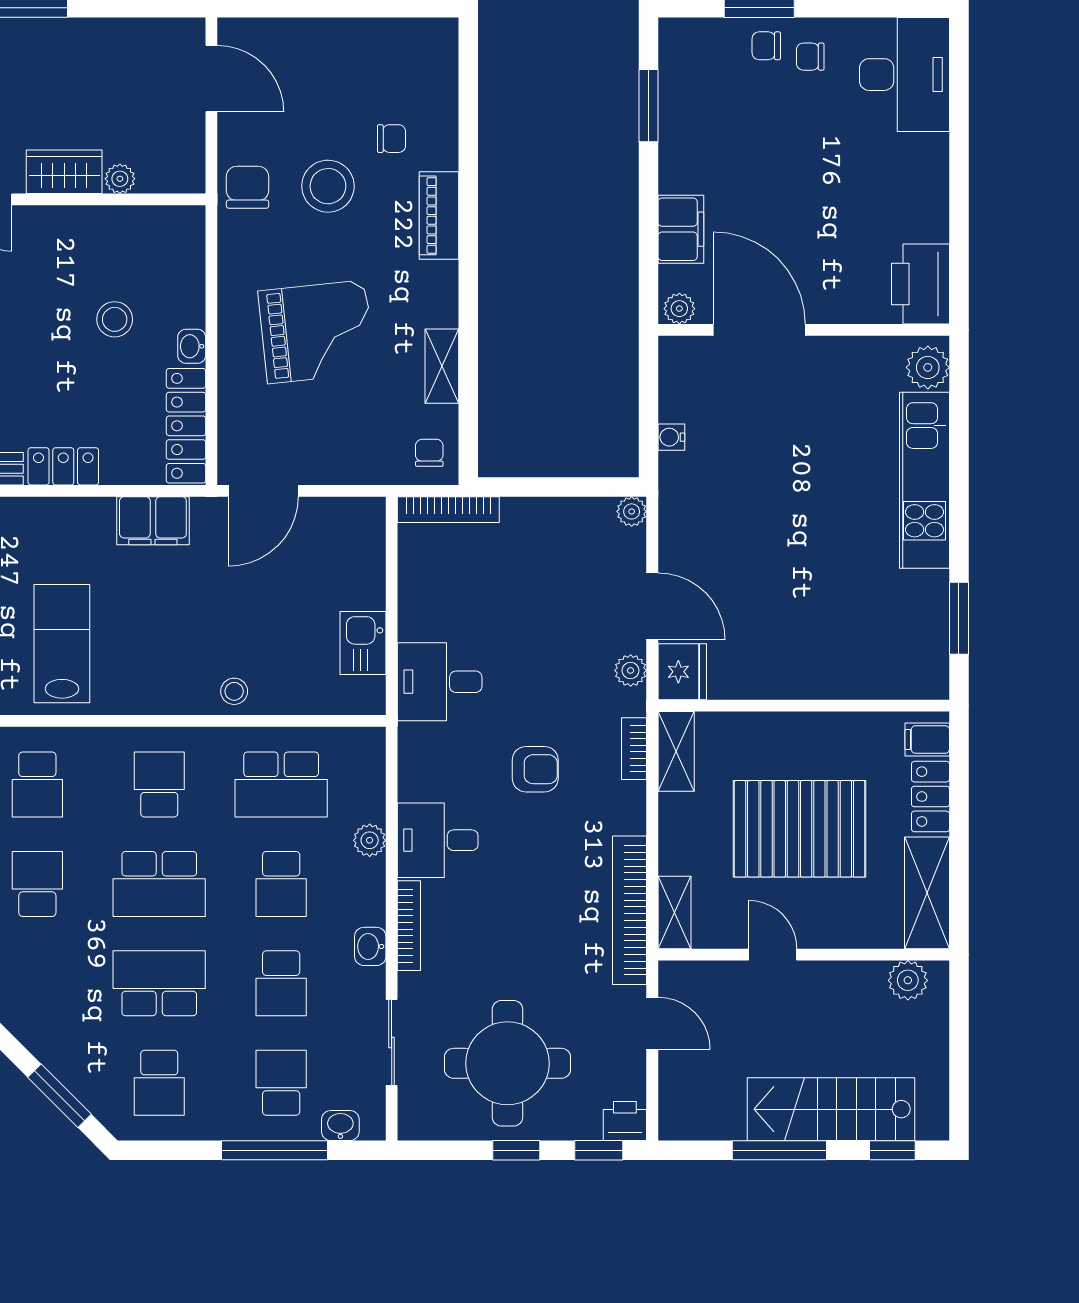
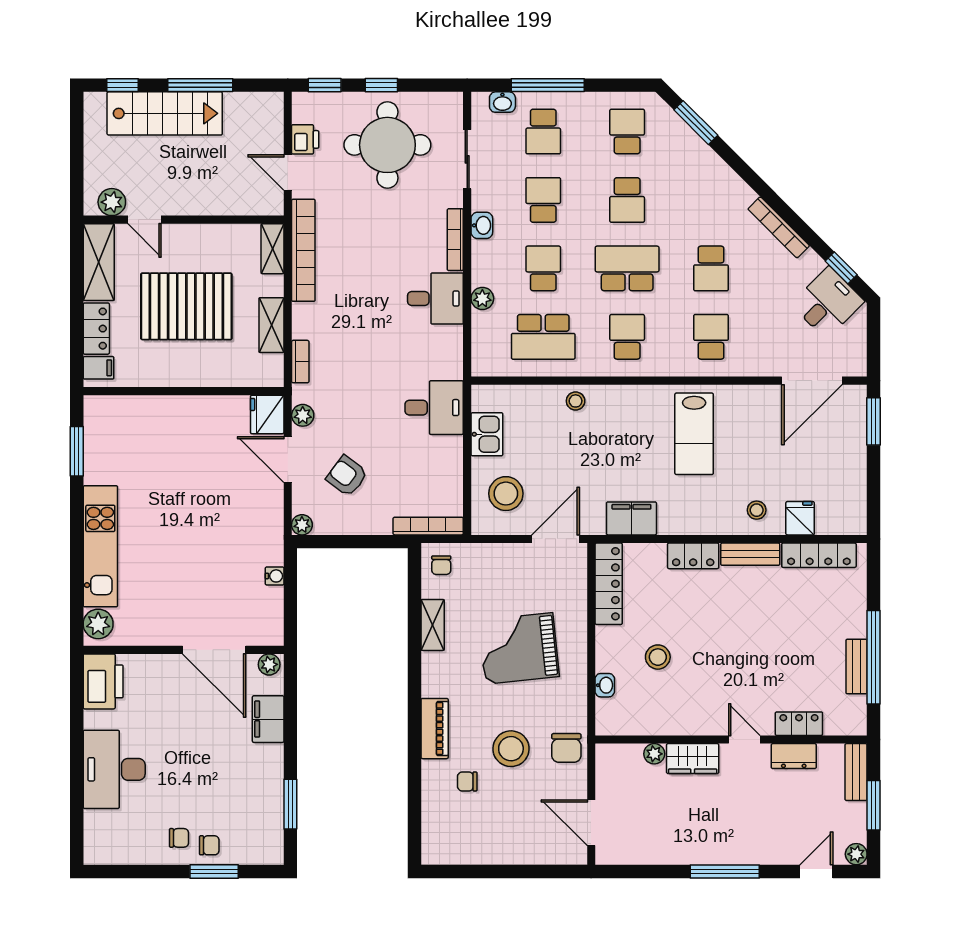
desk: (904, 75) -> (114, 769), moved
washbasin: (192, 346) -> (605, 685), moved
stool: (335, 557) -> (506, 494), added
shelving: (676, 751) -> (271, 325), moved
armchair: (535, 769) -> (347, 476), moved, turned 37
school desk: (159, 784) -> (627, 337), turned 180
school desk: (281, 784) -> (543, 337), turned 180
door: (773, 955) -> (144, 220), moved
school desk: (159, 983) -> (627, 200), width x0.54
printer: (625, 1121) -> (305, 139), moved, turned -90

